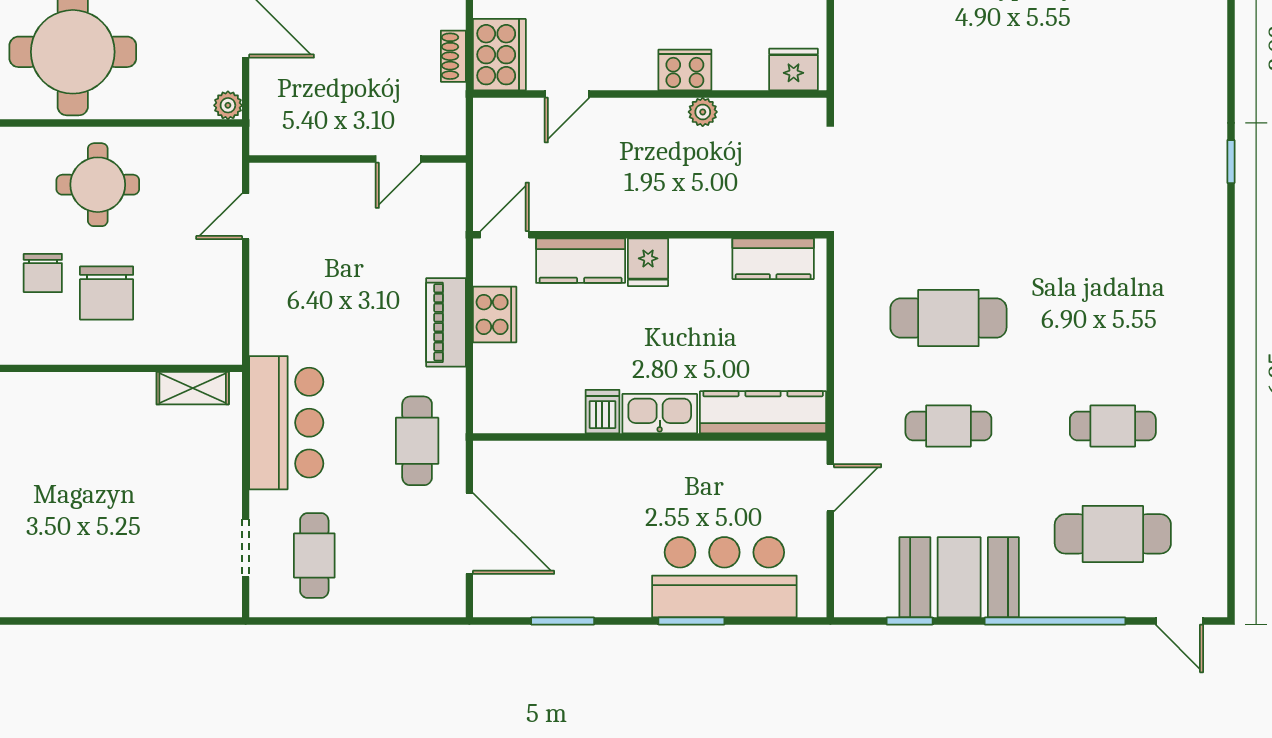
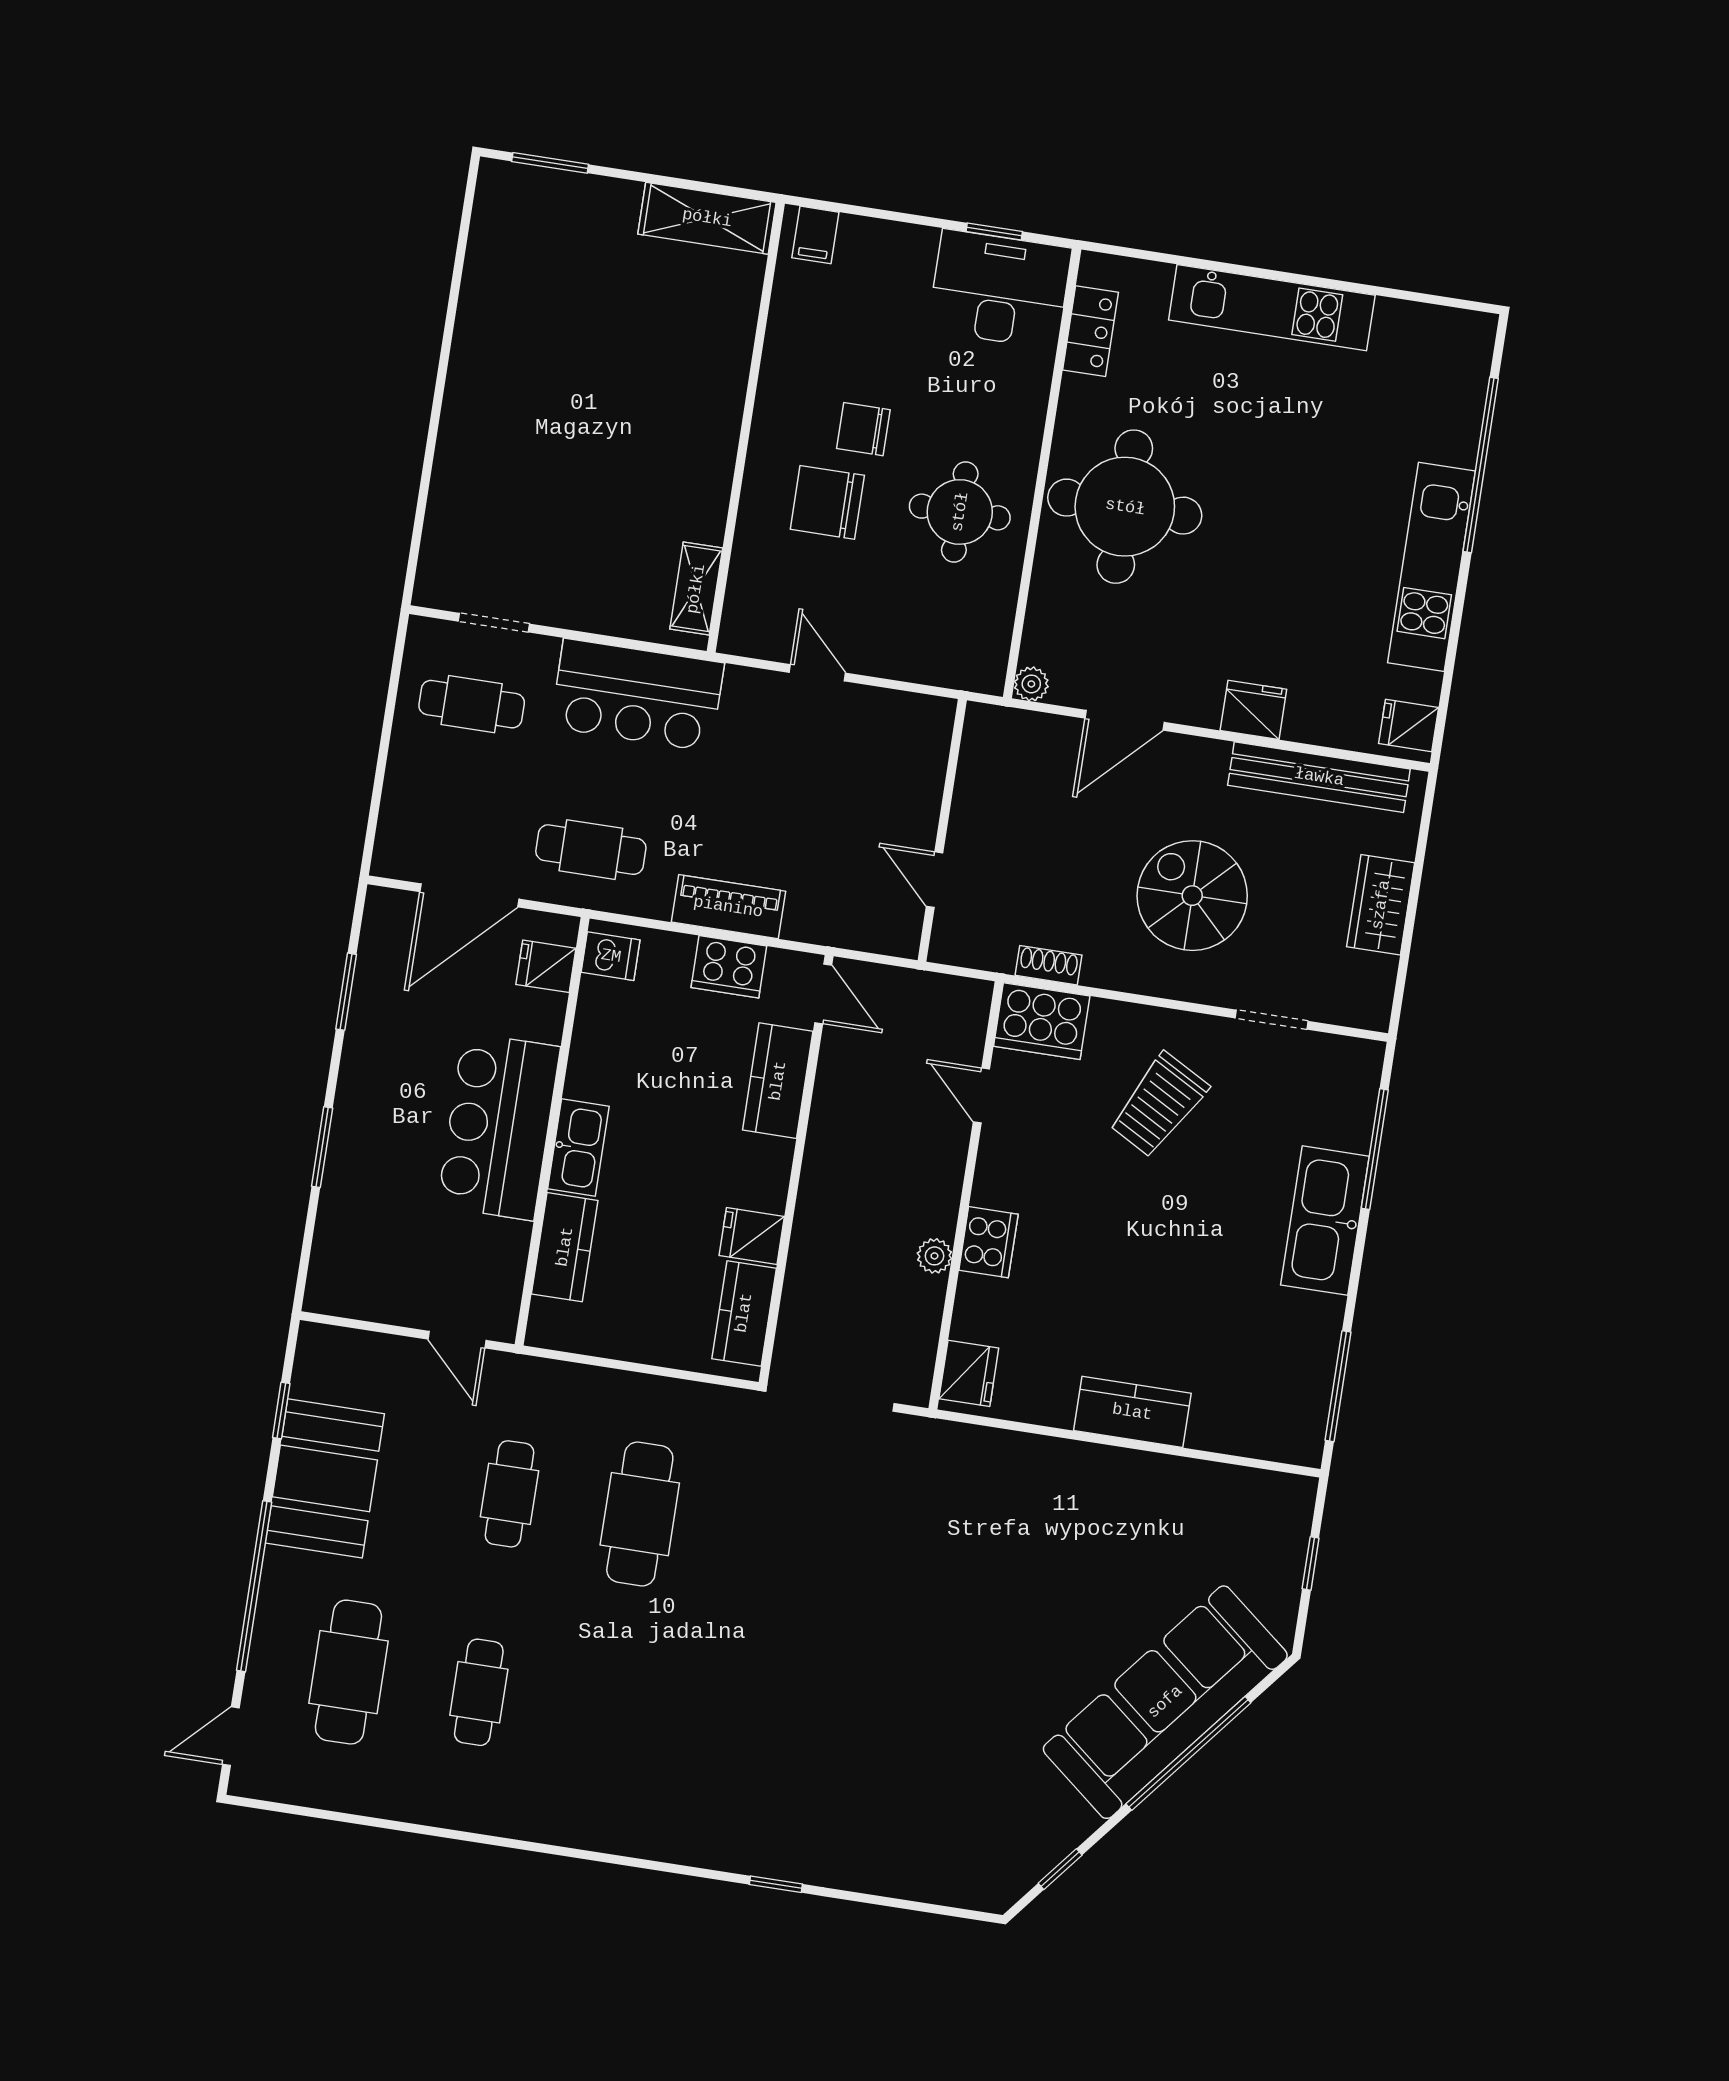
door: (246, 216) -> (817, 673), moved
fridge: (648, 262) -> (752, 1236), moved
dishwasher: (602, 412) -> (611, 956), moved
kitchen counter: (763, 412) -> (565, 1247), width x0.67
fridge: (517, 463) -> (546, 966), added
bar counter: (724, 577) -> (499, 1126), moved, turned 180

